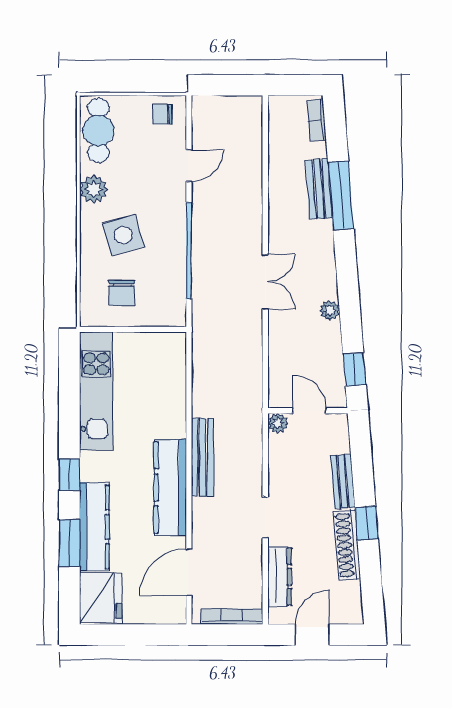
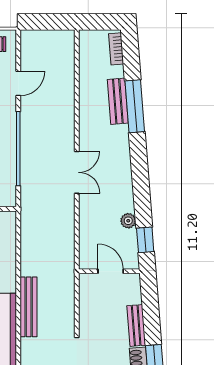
plant: (330, 310) -> (128, 221), moved
plant: (278, 423) -> (86, 281), removed

